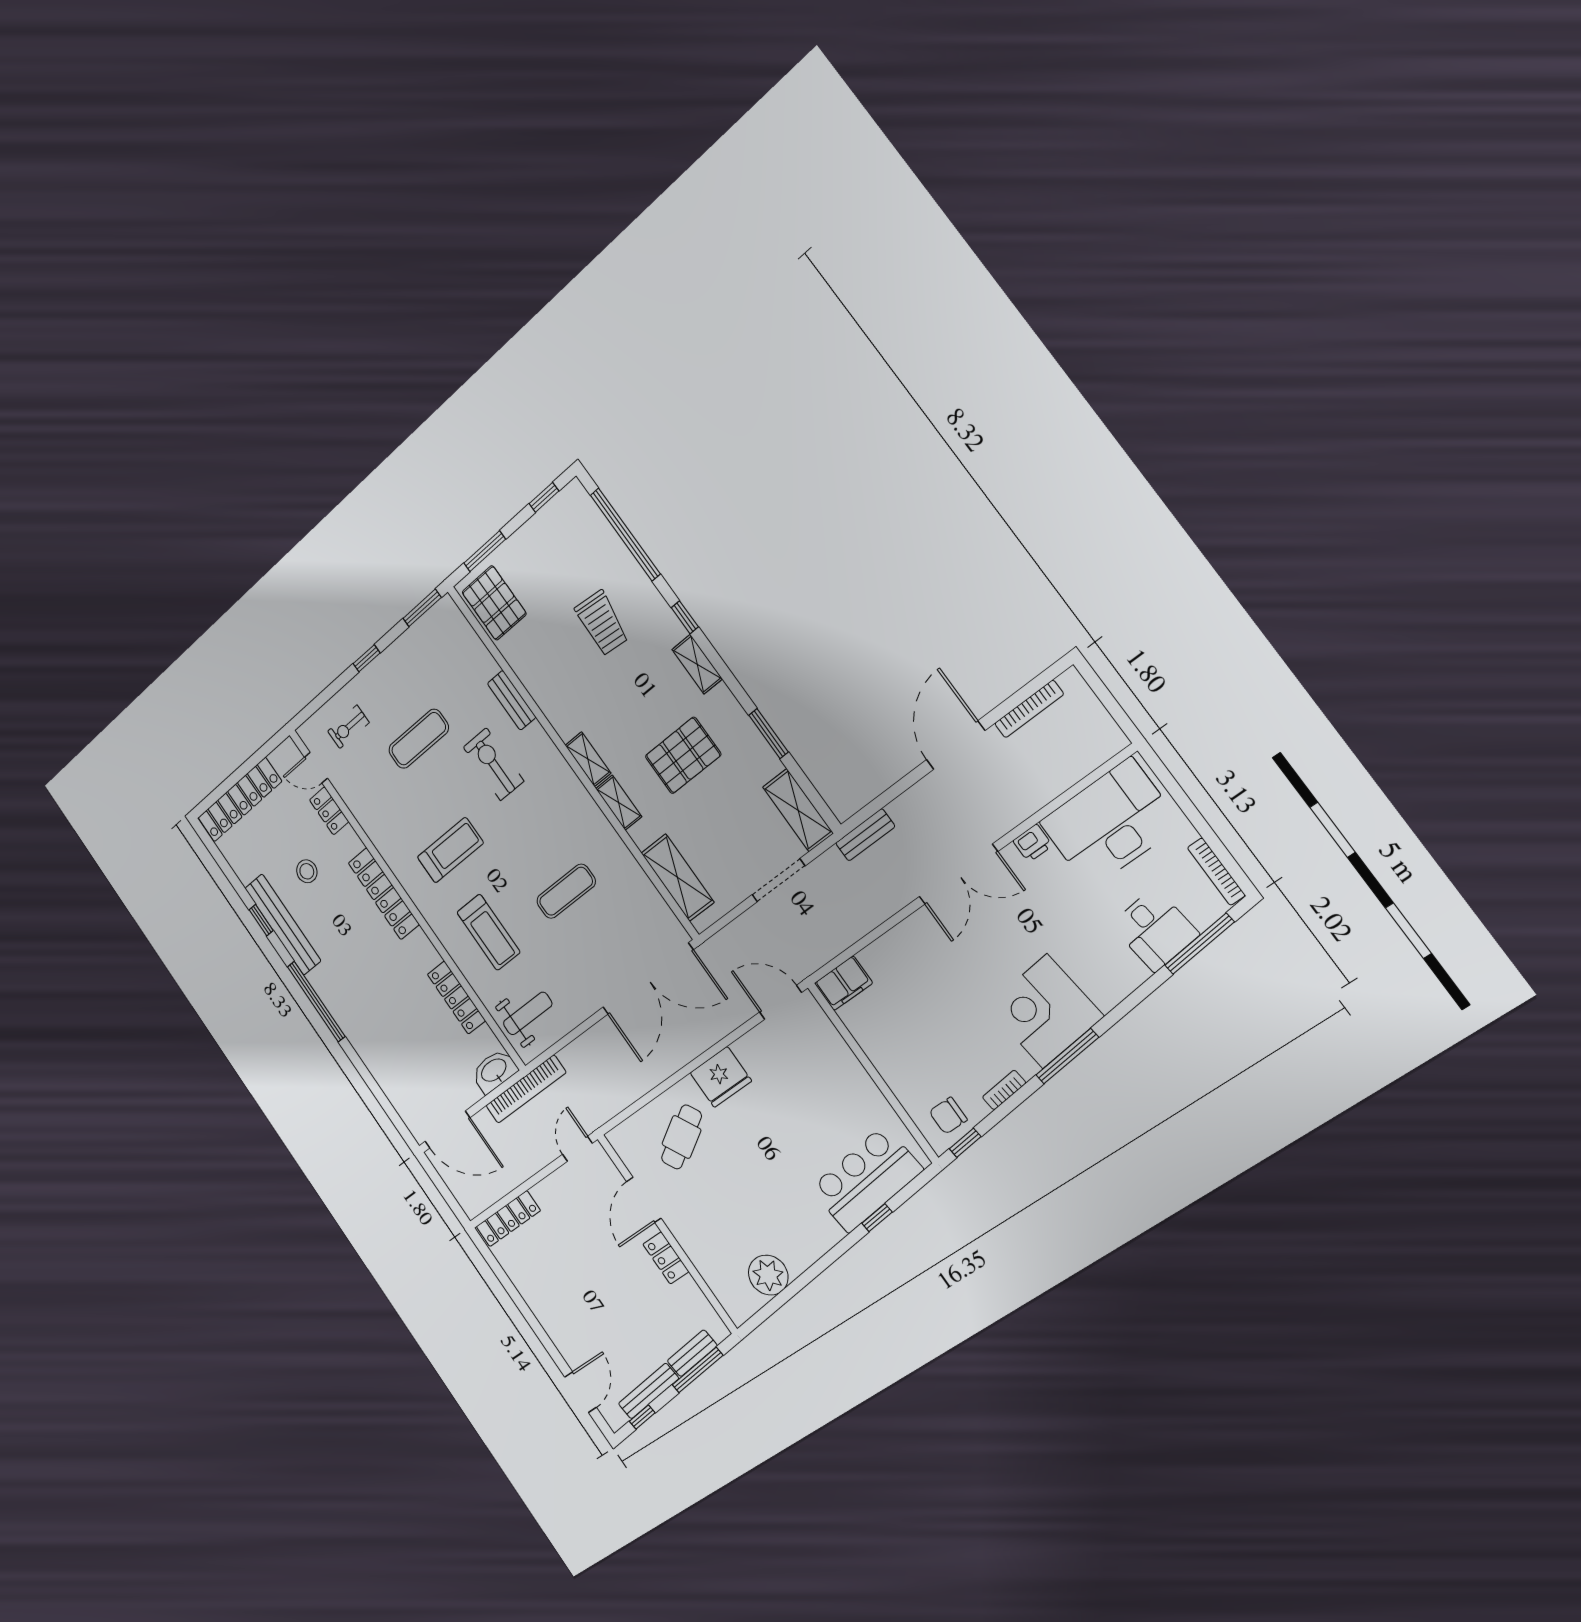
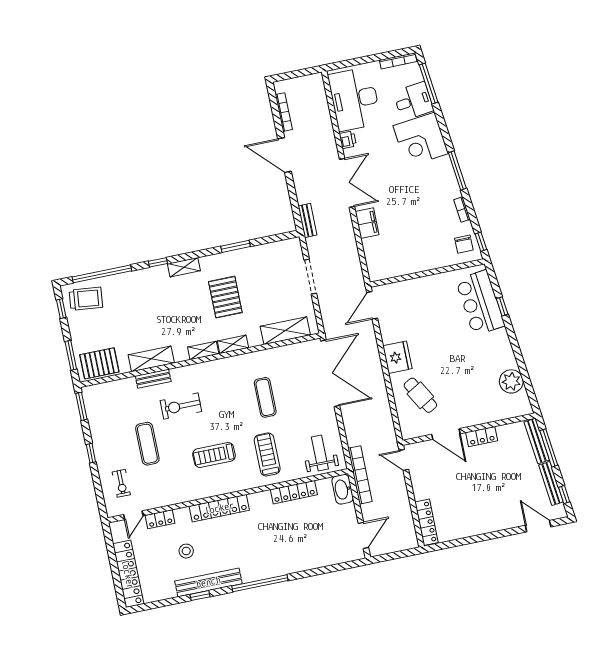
trolley: (602, 623) -> (86, 299), moved
shelving: (798, 810) -> (151, 359), moved
treadmill: (450, 850) -> (214, 455), turned -90
treadmill: (489, 932) -> (267, 454), turned -90
filing cabinet: (844, 983) -> (367, 223), moved
corner desk: (1045, 1011) -> (421, 140), moved
door: (447, 1129) -> (363, 535), width x0.73
bench: (692, 1353) -> (537, 441), width x1.36

